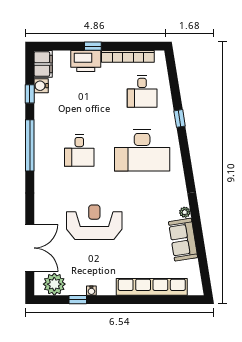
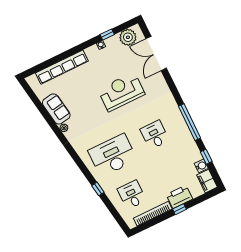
reception desk: (94, 222) -> (121, 92), turned 180

